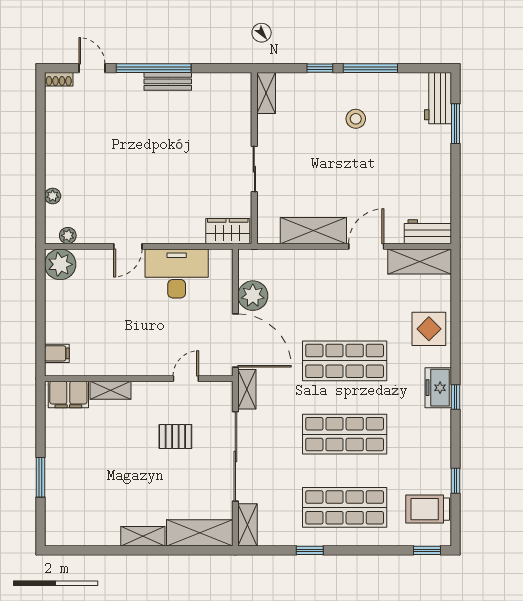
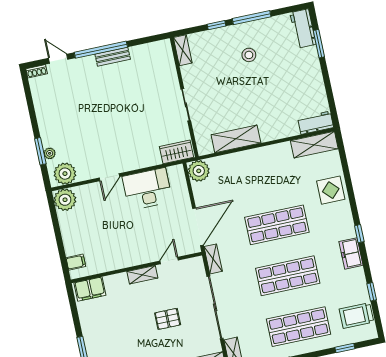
window: (40, 190) -> (40, 151), added
plant: (68, 236) -> (65, 174), width x1.88, depth x1.88
door: (366, 246) -> (275, 142), removed
plant: (253, 296) -> (199, 171), moved
door: (235, 340) -> (198, 227), hinge flipped
freezer: (438, 388) -> (351, 253), moved
shelving: (110, 390) -> (142, 275), moved
pallet: (175, 437) -> (168, 319), moved
window: (427, 550) -> (345, 348), moved

